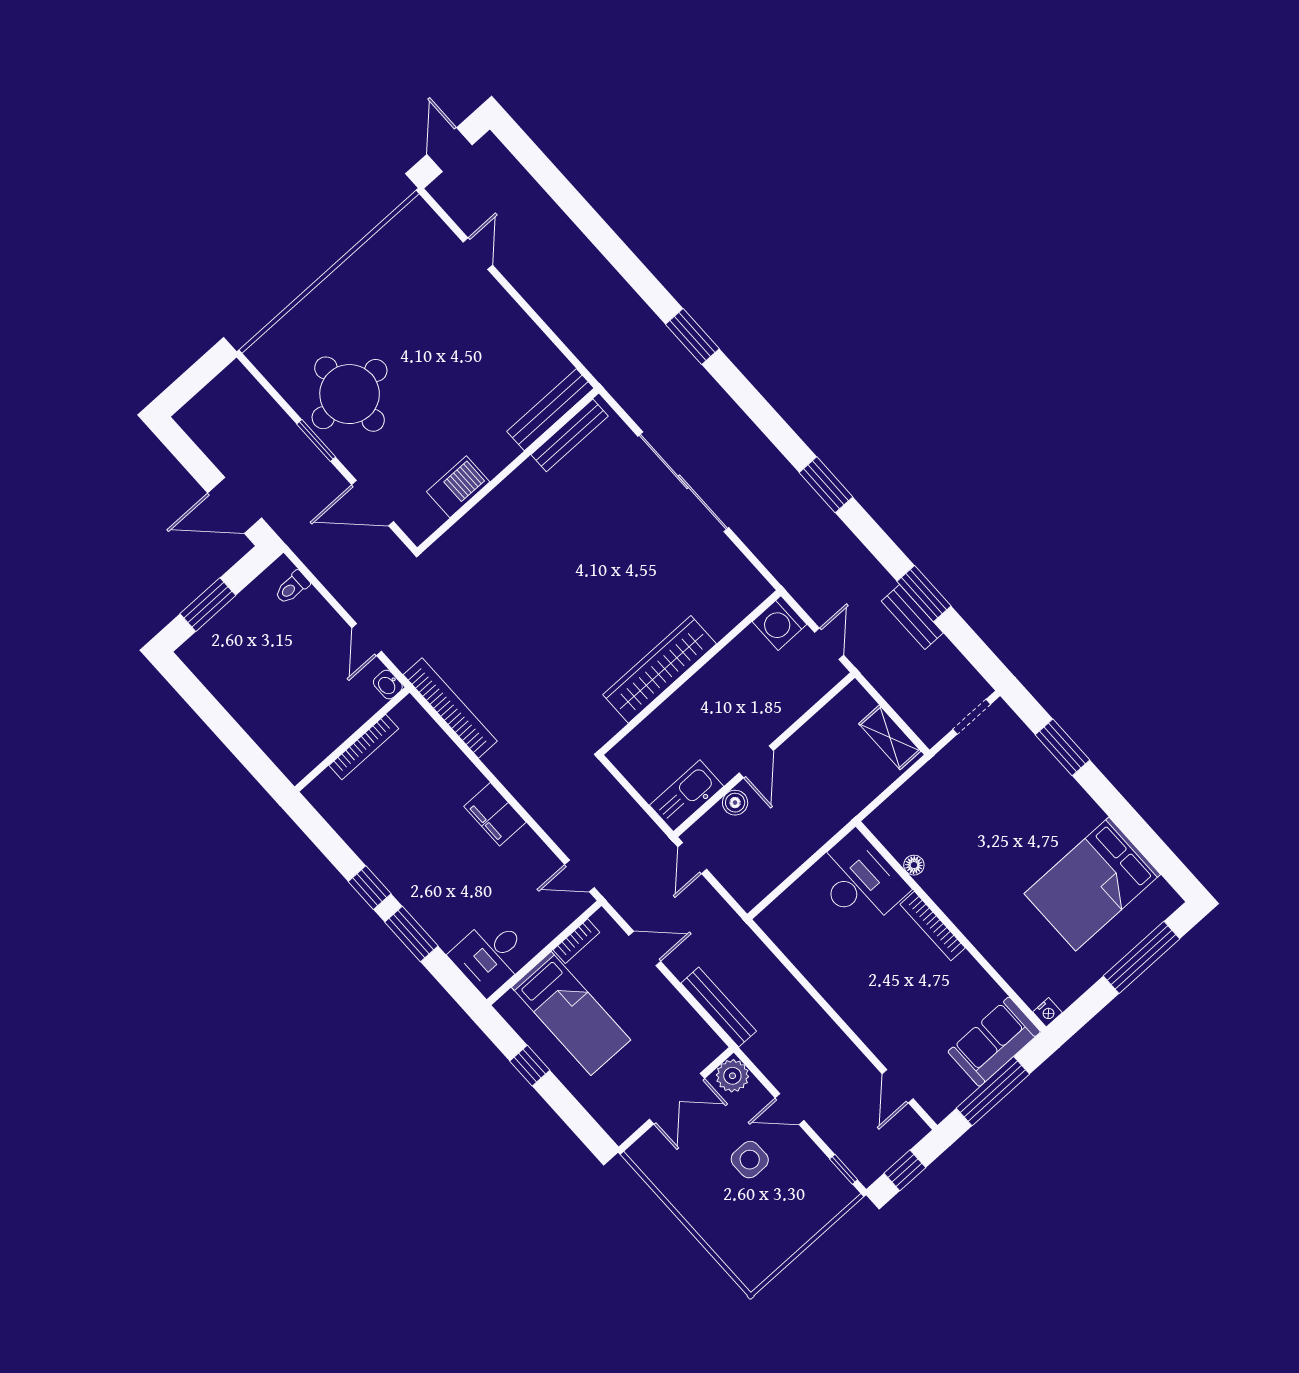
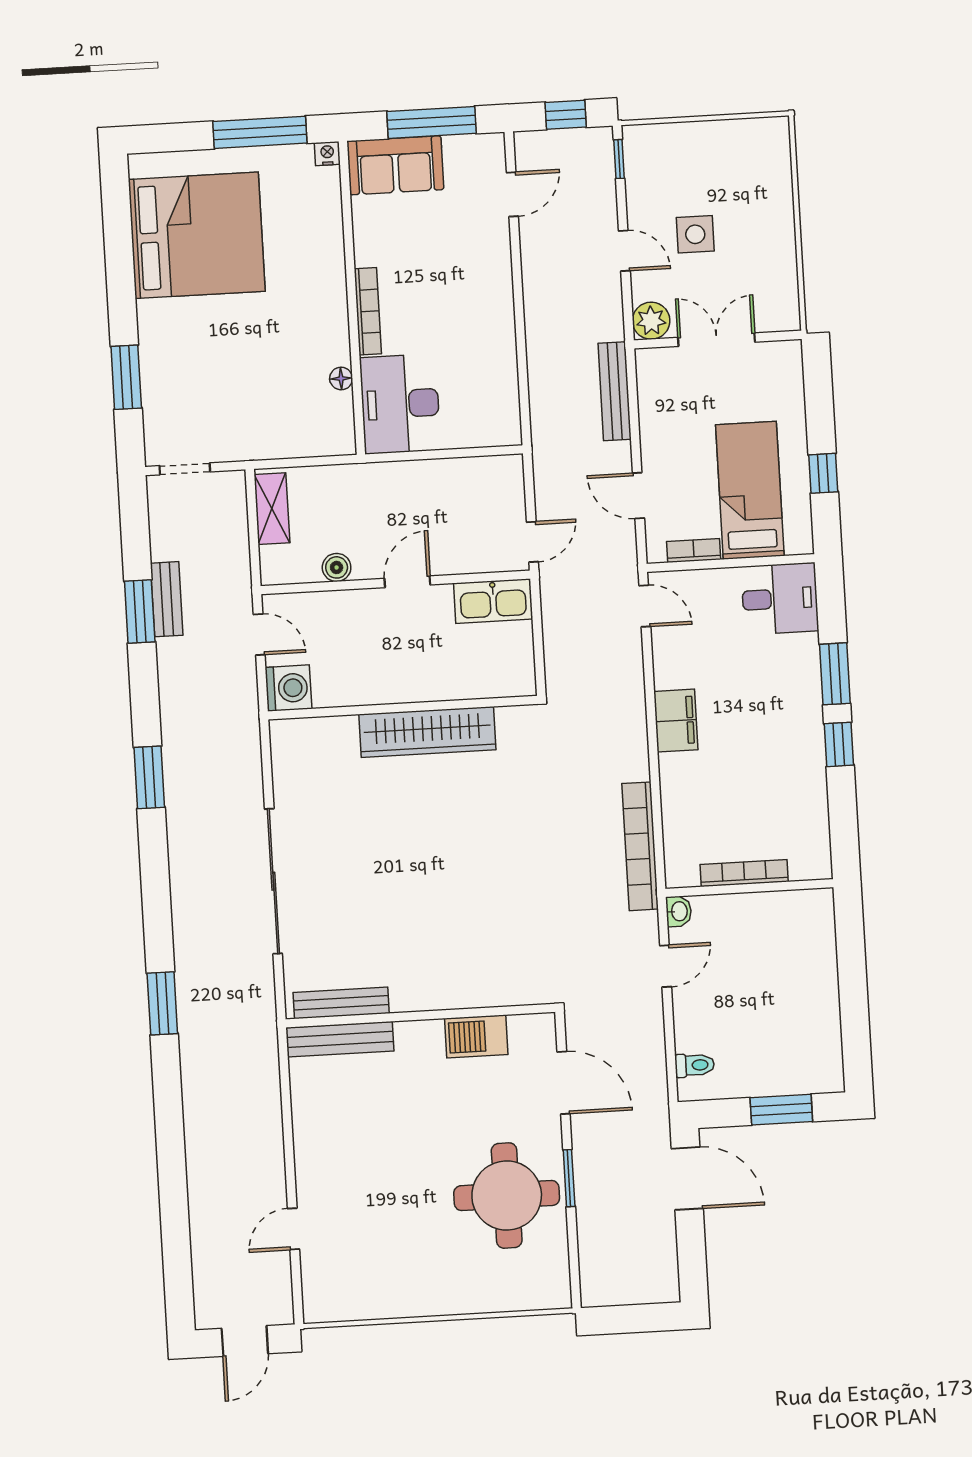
door: (829, 644) -> (259, 634), swing flipped
boiler: (735, 803) -> (337, 567), moved
bed: (1092, 884) -> (197, 235), width x1.36
window: (1141, 957) -> (260, 132), moved

